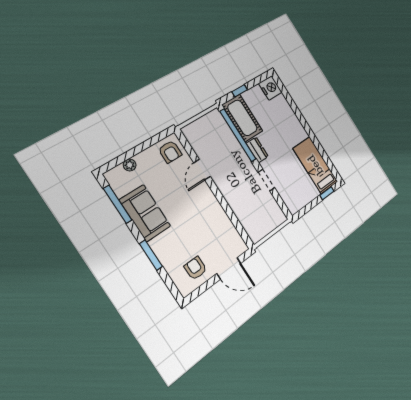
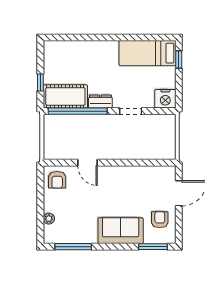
nightstand: (270, 88) -> (165, 99), moved, turned 180
armchair: (170, 152) -> (57, 180), turned 90
sofa: (145, 213) -> (121, 231), moved
window: (151, 255) -> (153, 247), moved
armchair: (195, 268) -> (160, 220), turned 90

